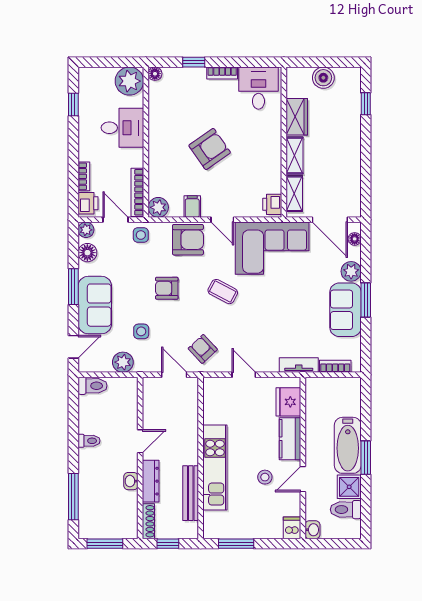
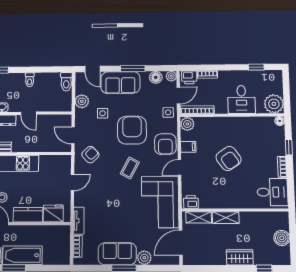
wardrobe: (297, 117) -> (240, 257), moved, turned 180
floor lamp: (355, 239) -> (167, 260), removed
armchair: (167, 288) -> (132, 130), width x1.88, depth x1.88
door: (174, 375) -> (73, 135), swing flipped

